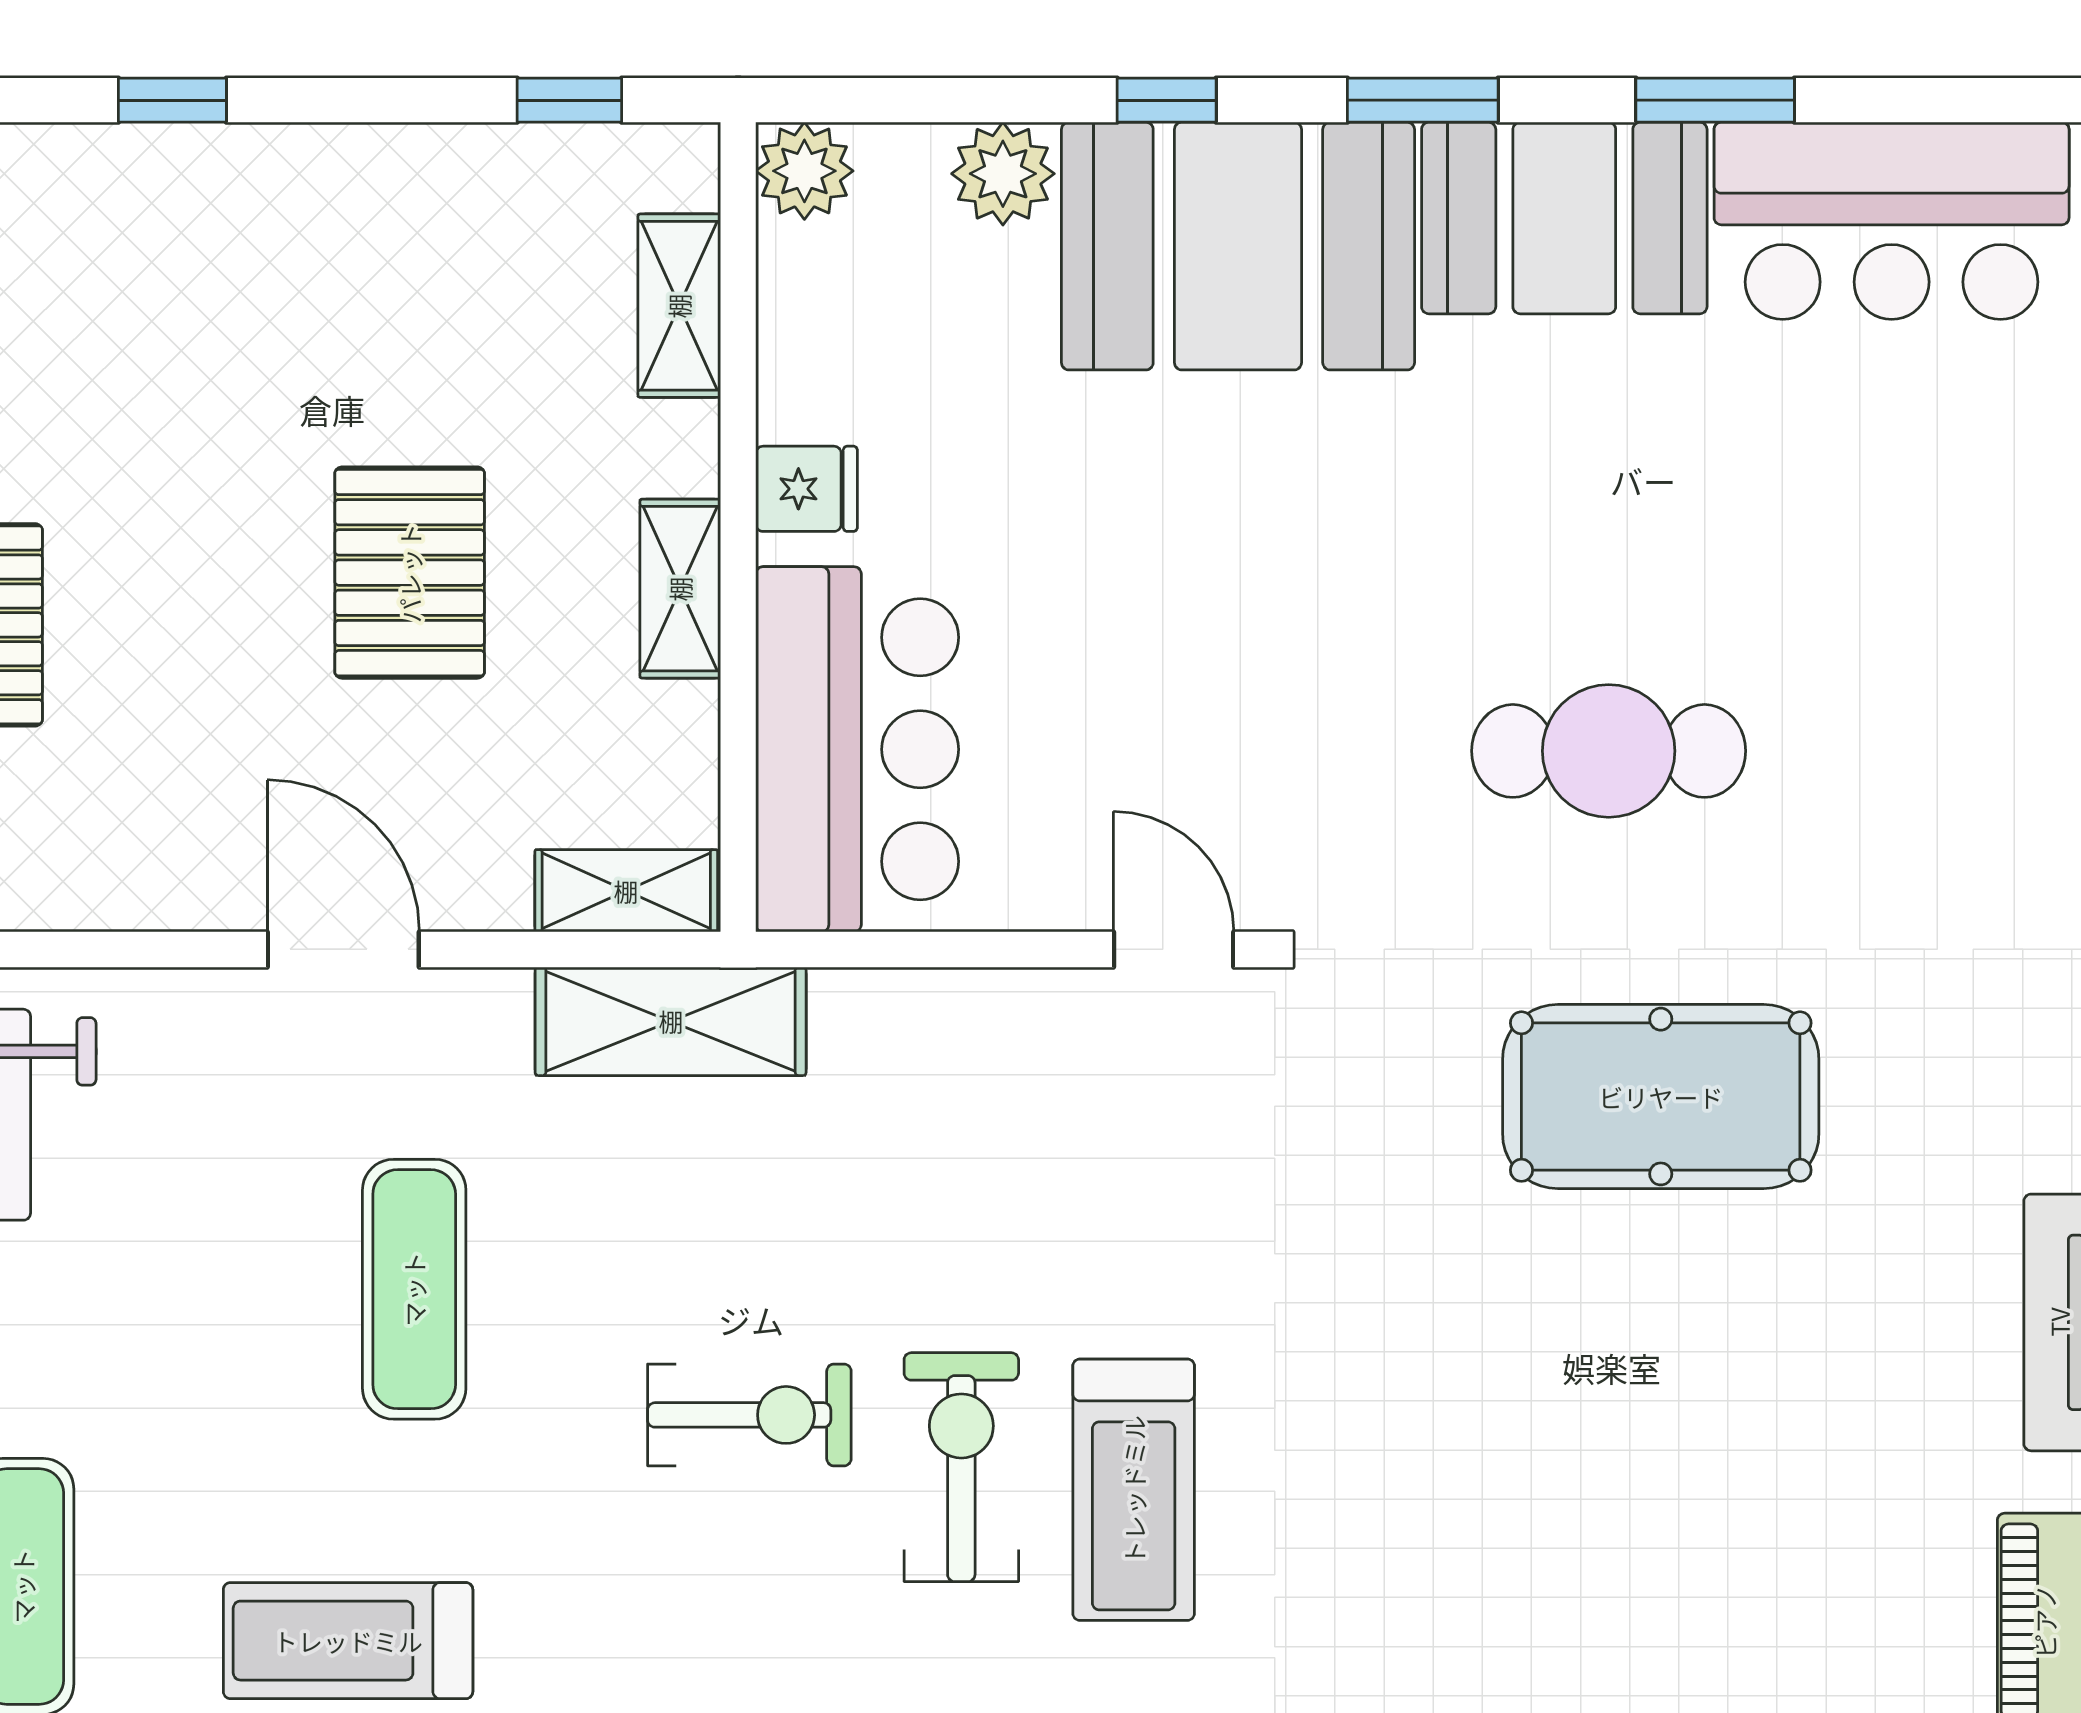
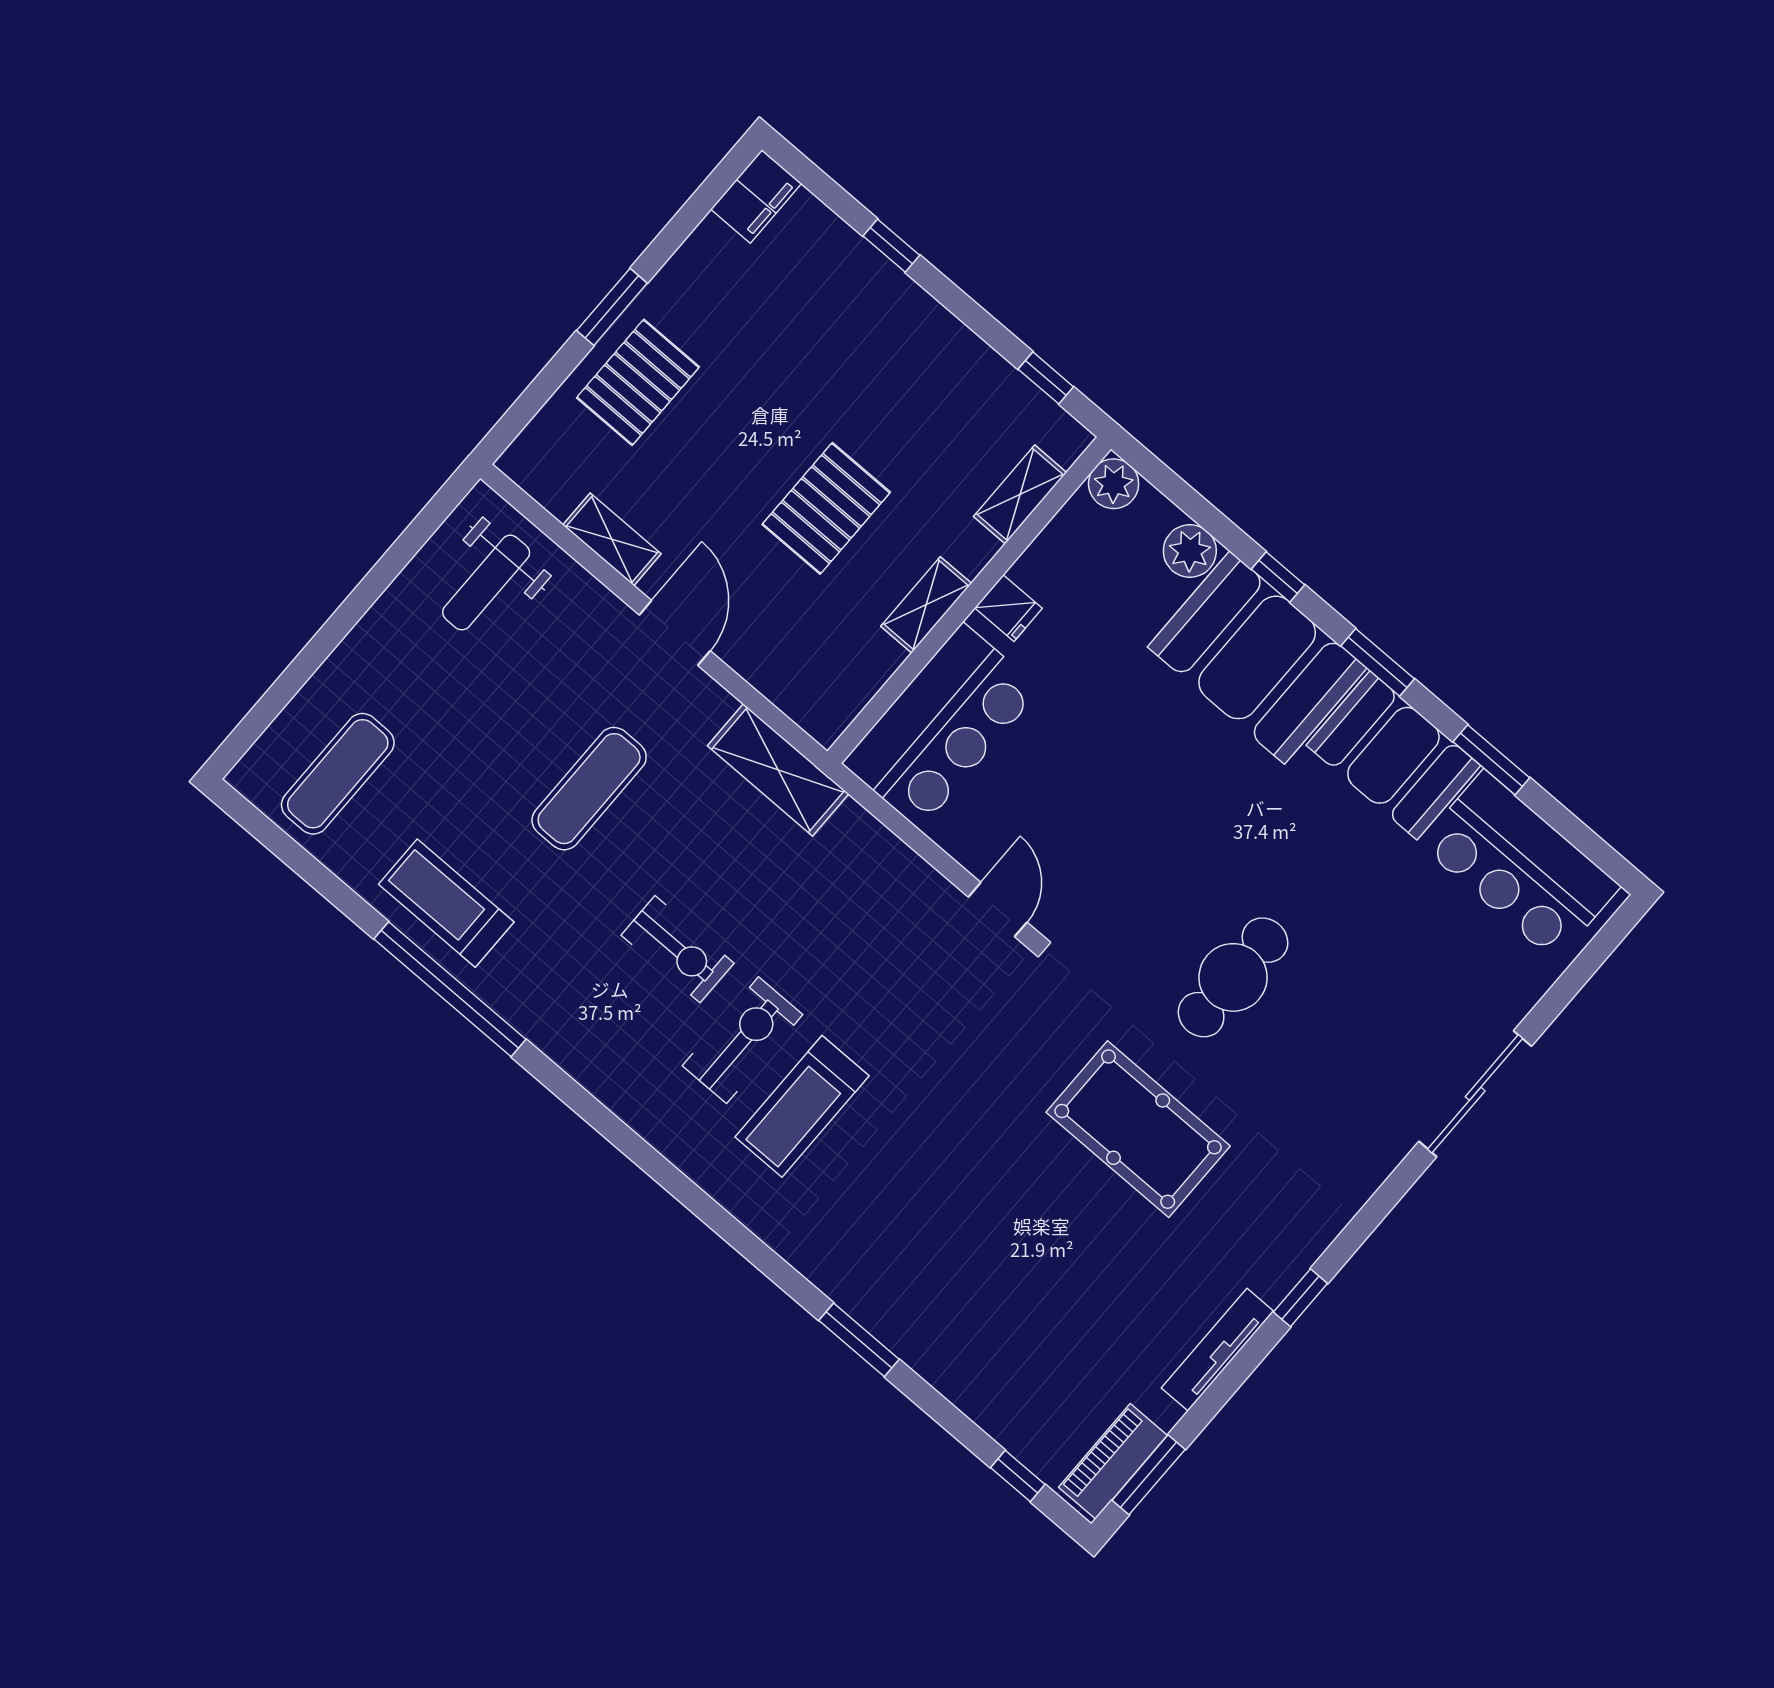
cafe table: (1609, 751) -> (1233, 977), turned 90
shelving: (626, 891) -> (612, 539), moved

